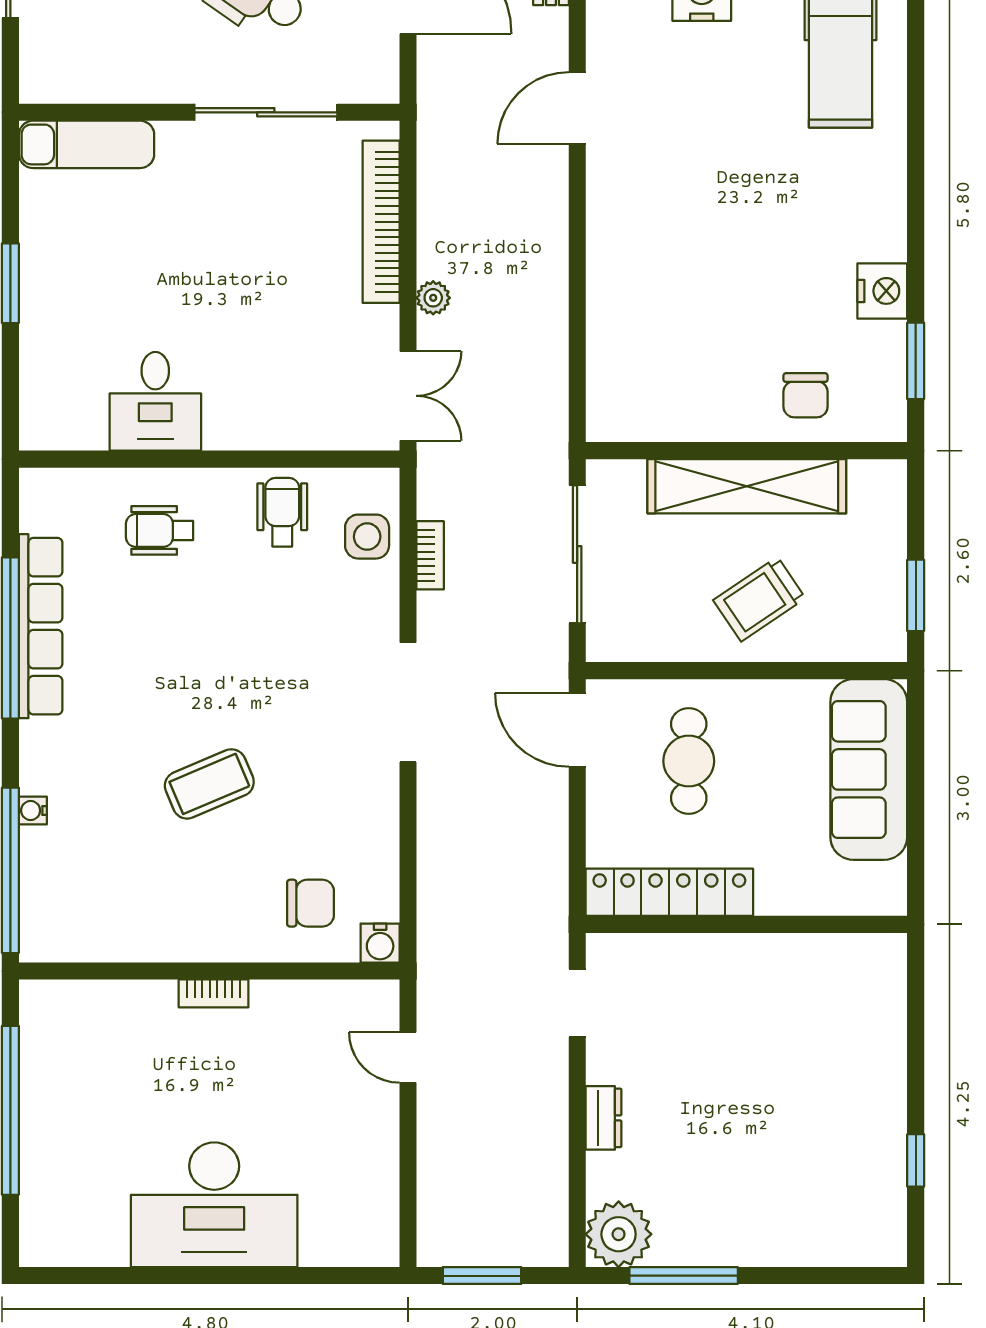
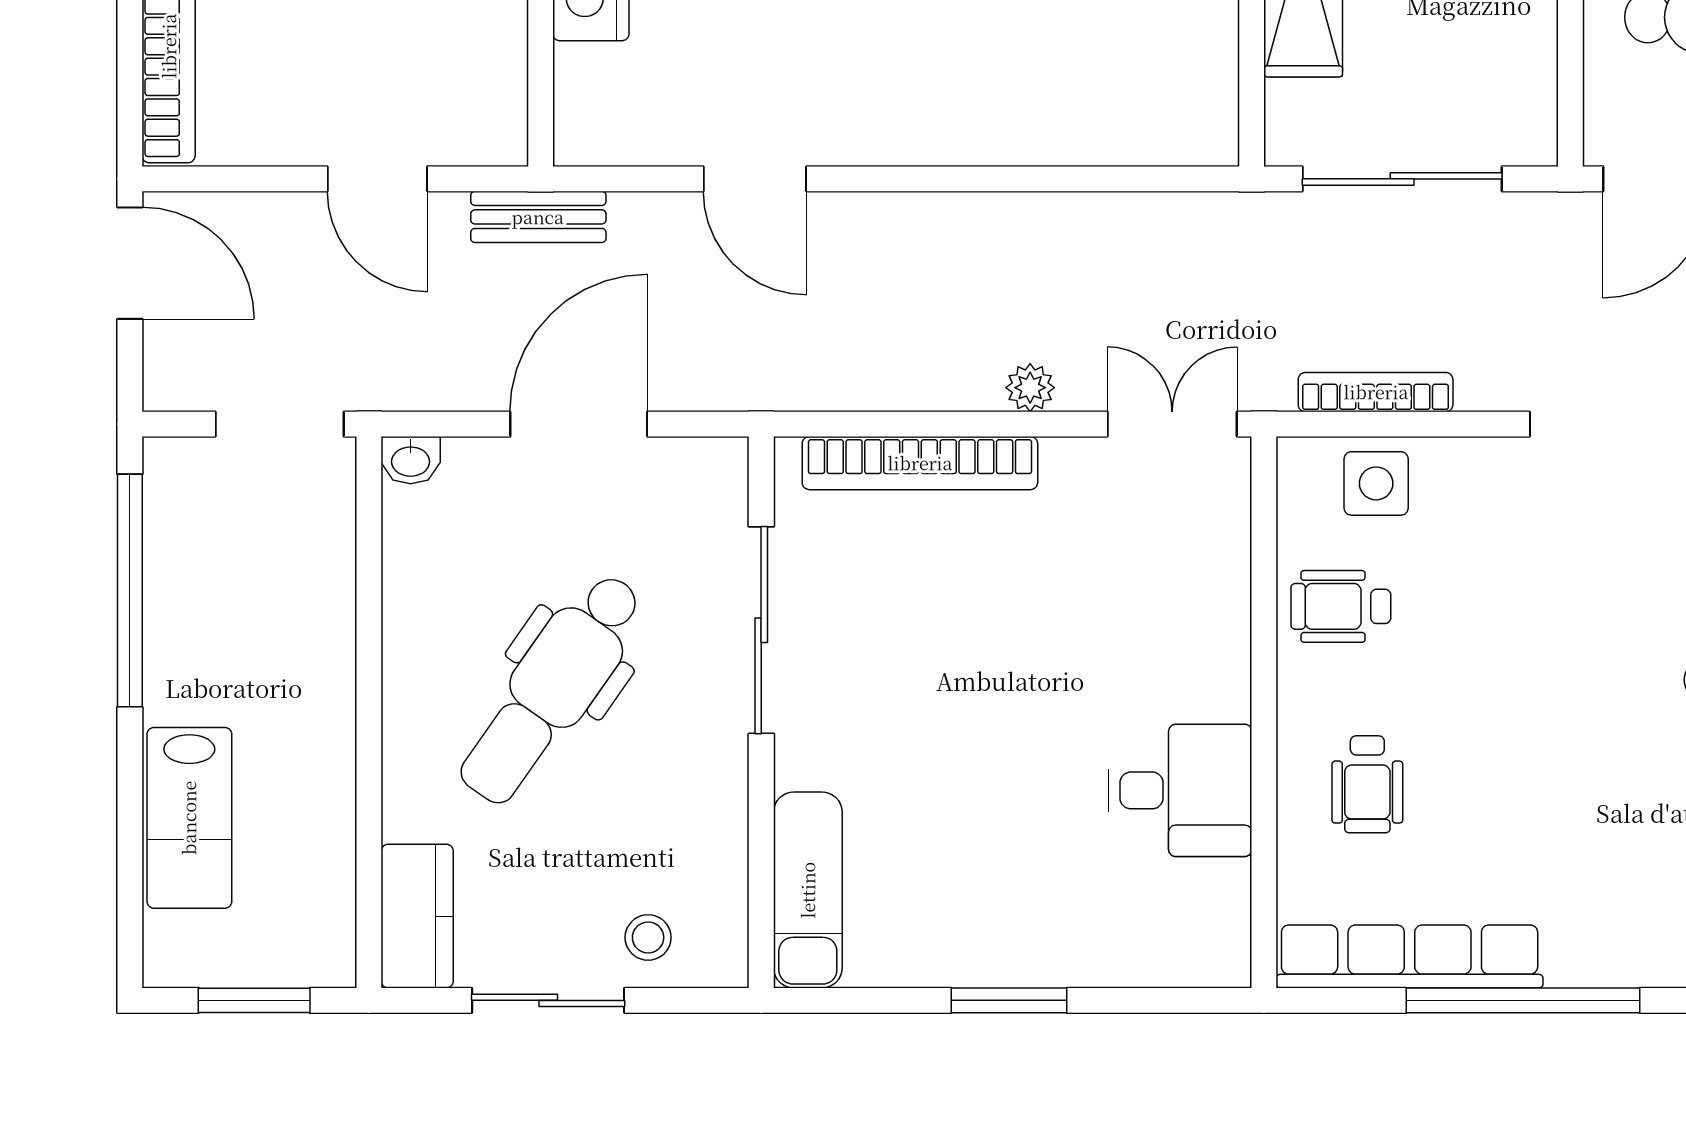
stool: (54, 34) -> (648, 937), added
bookcase: (430, 555) -> (1376, 392), width x1.56
row of seats: (41, 626) -> (1410, 957), moved

